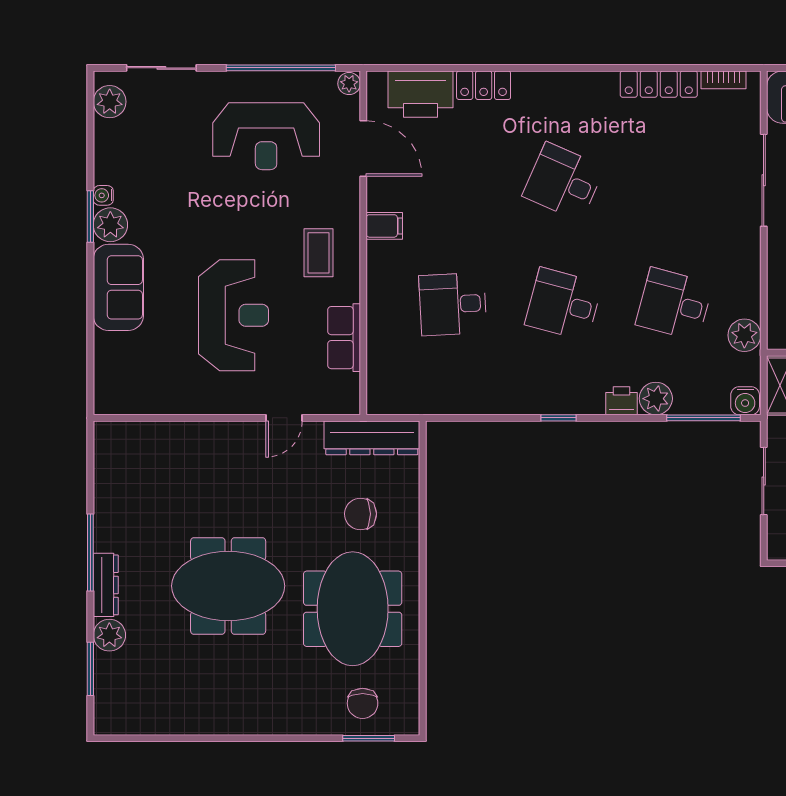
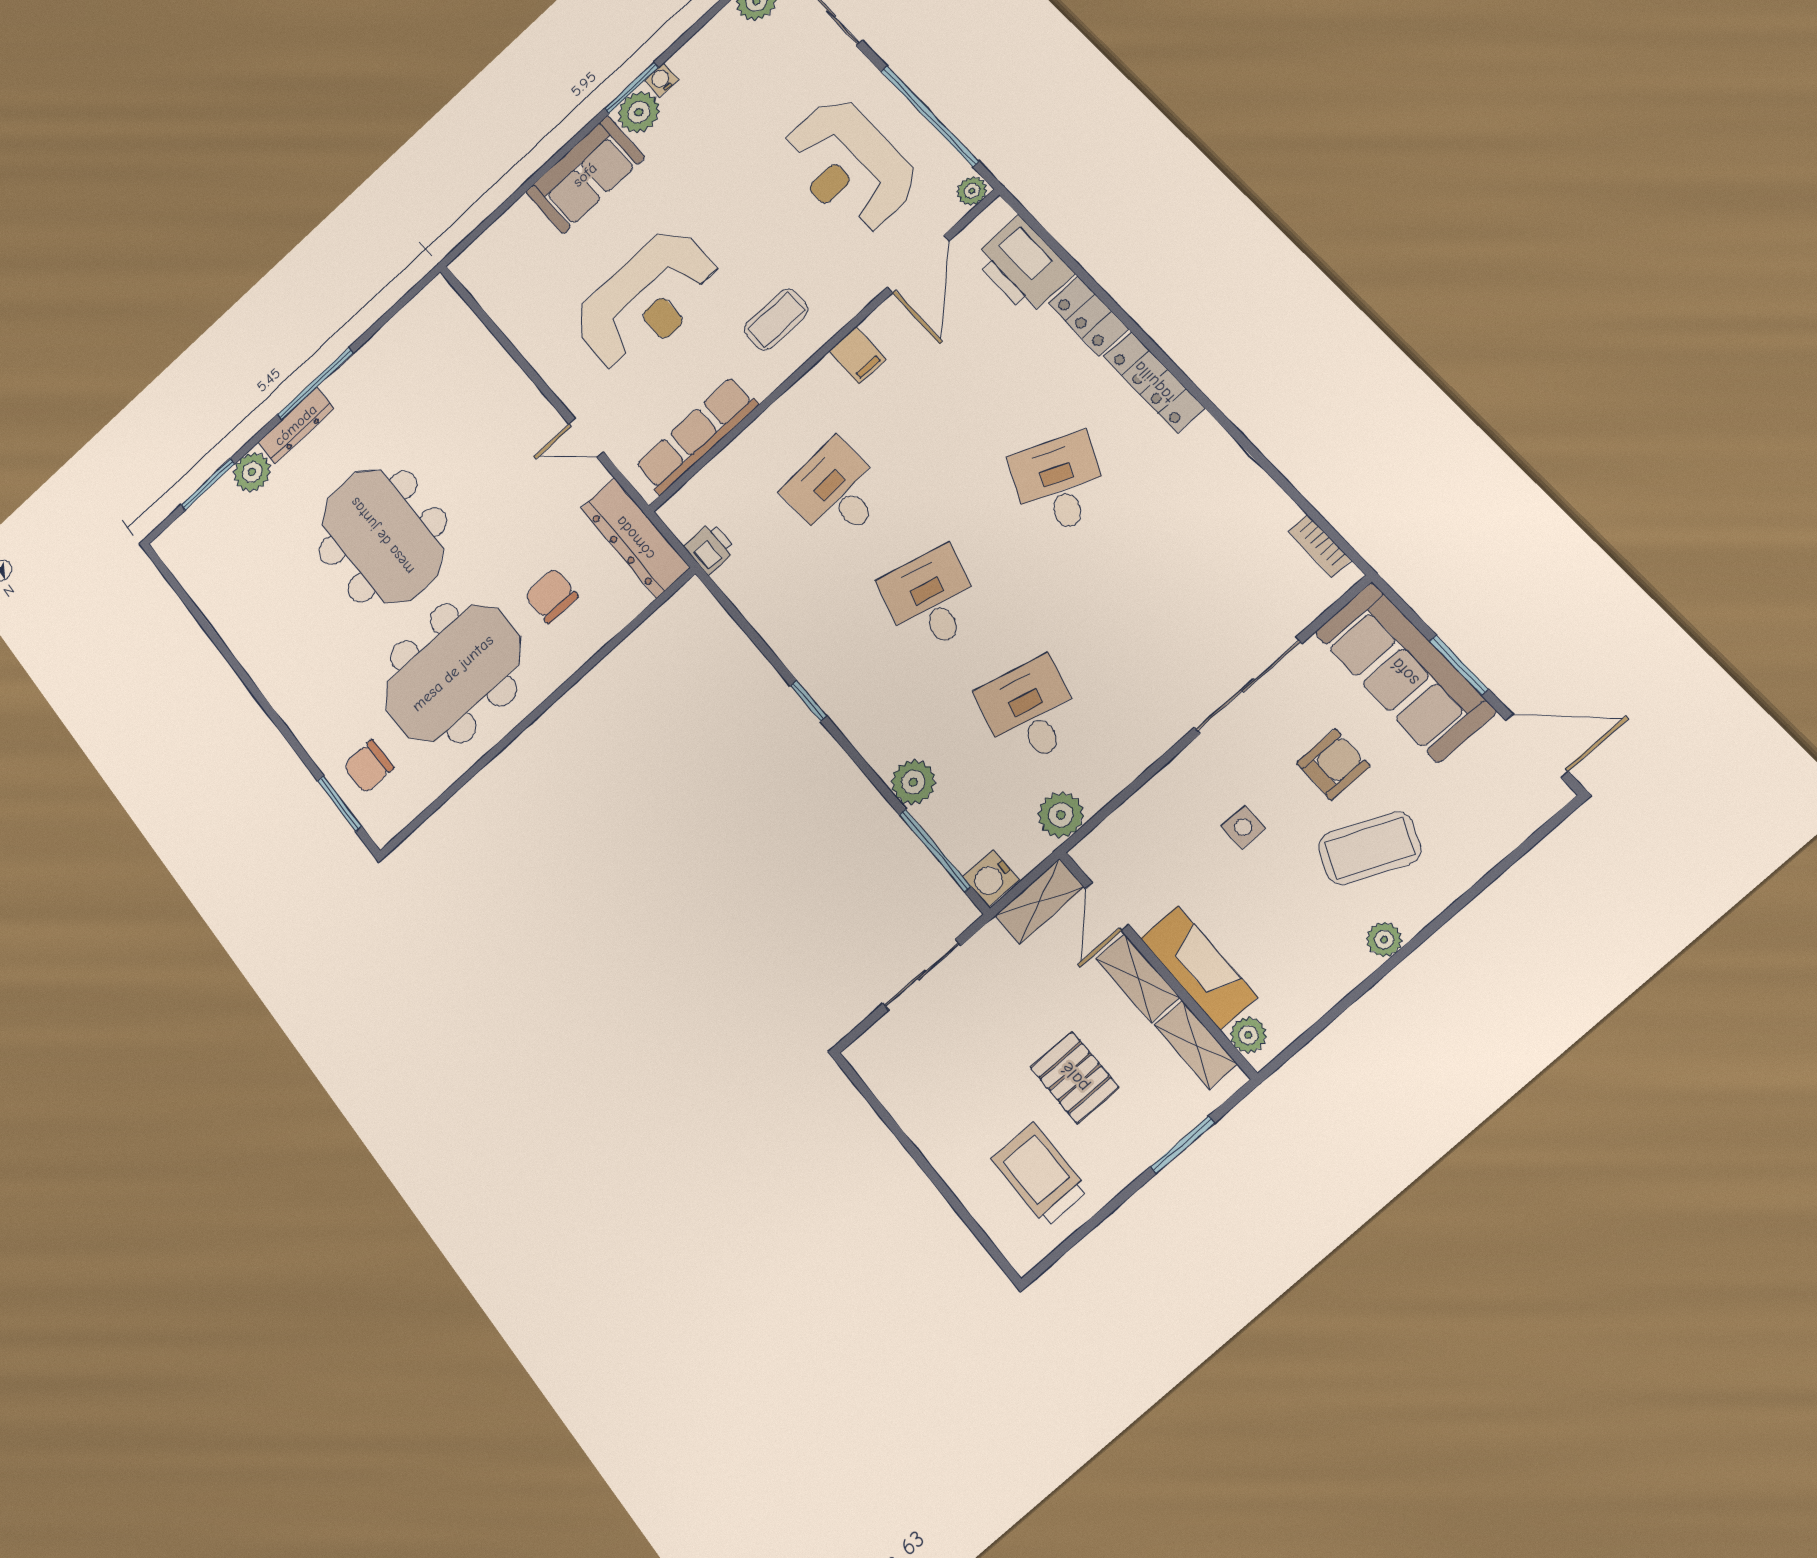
locker: (659, 84) -> (1154, 382), moved
row of seats: (344, 338) -> (696, 435), width x1.48
printer: (621, 401) -> (710, 548), moved

